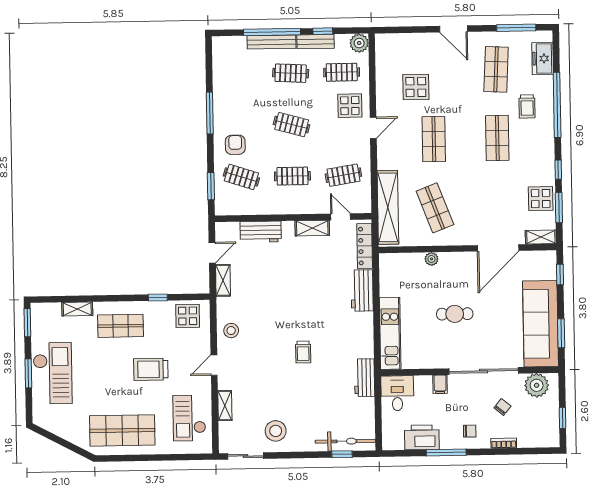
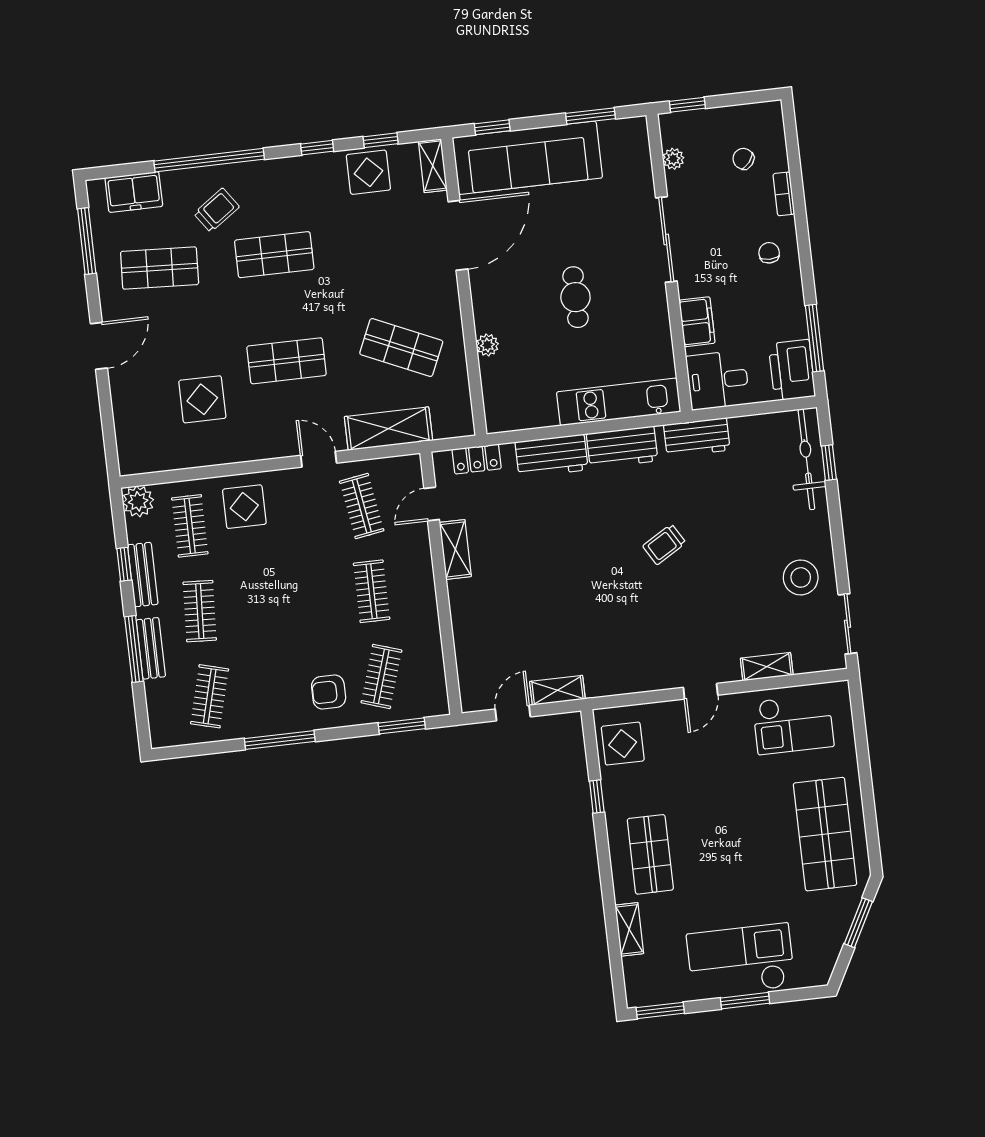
window: (272, 32) -> (134, 649), width x0.68
bench: (271, 42) -> (151, 648), width x0.73
trolley: (527, 106) -> (217, 210), turned -35
clothes rail: (292, 125) -> (210, 696), moved
door: (373, 128) -> (319, 459), moved
shelving: (388, 207) -> (388, 429), width x0.68
shop shelf: (435, 208) -> (401, 347), turned 45
window: (559, 208) -> (381, 140), width x0.67
workbench: (261, 232) -> (622, 447), moved, turned 90
locker: (365, 246) -> (477, 459), width x0.66
door: (498, 248) -> (458, 235), hinge flipped
door: (212, 253) -> (513, 713), hinge flipped
sofa: (541, 324) -> (527, 158), moved
stool: (231, 331) -> (640, 668), removed
trolley: (303, 352) -> (664, 544), turned 149
door: (214, 365) -> (701, 691), hinge flipped
trolley: (151, 369) -> (718, 796), removed
sliding door: (484, 371) -> (666, 239), width x0.73
filing cabinet: (440, 384) -> (697, 322), width x2.00
plant: (537, 385) -> (673, 159), width x0.53, depth x0.53
chair: (502, 407) -> (743, 159), moved
window: (563, 418) -> (687, 105), moved
printer: (422, 437) -> (792, 370), moved
window: (68, 445) -> (858, 923), added
window: (446, 452) -> (814, 338), moved

